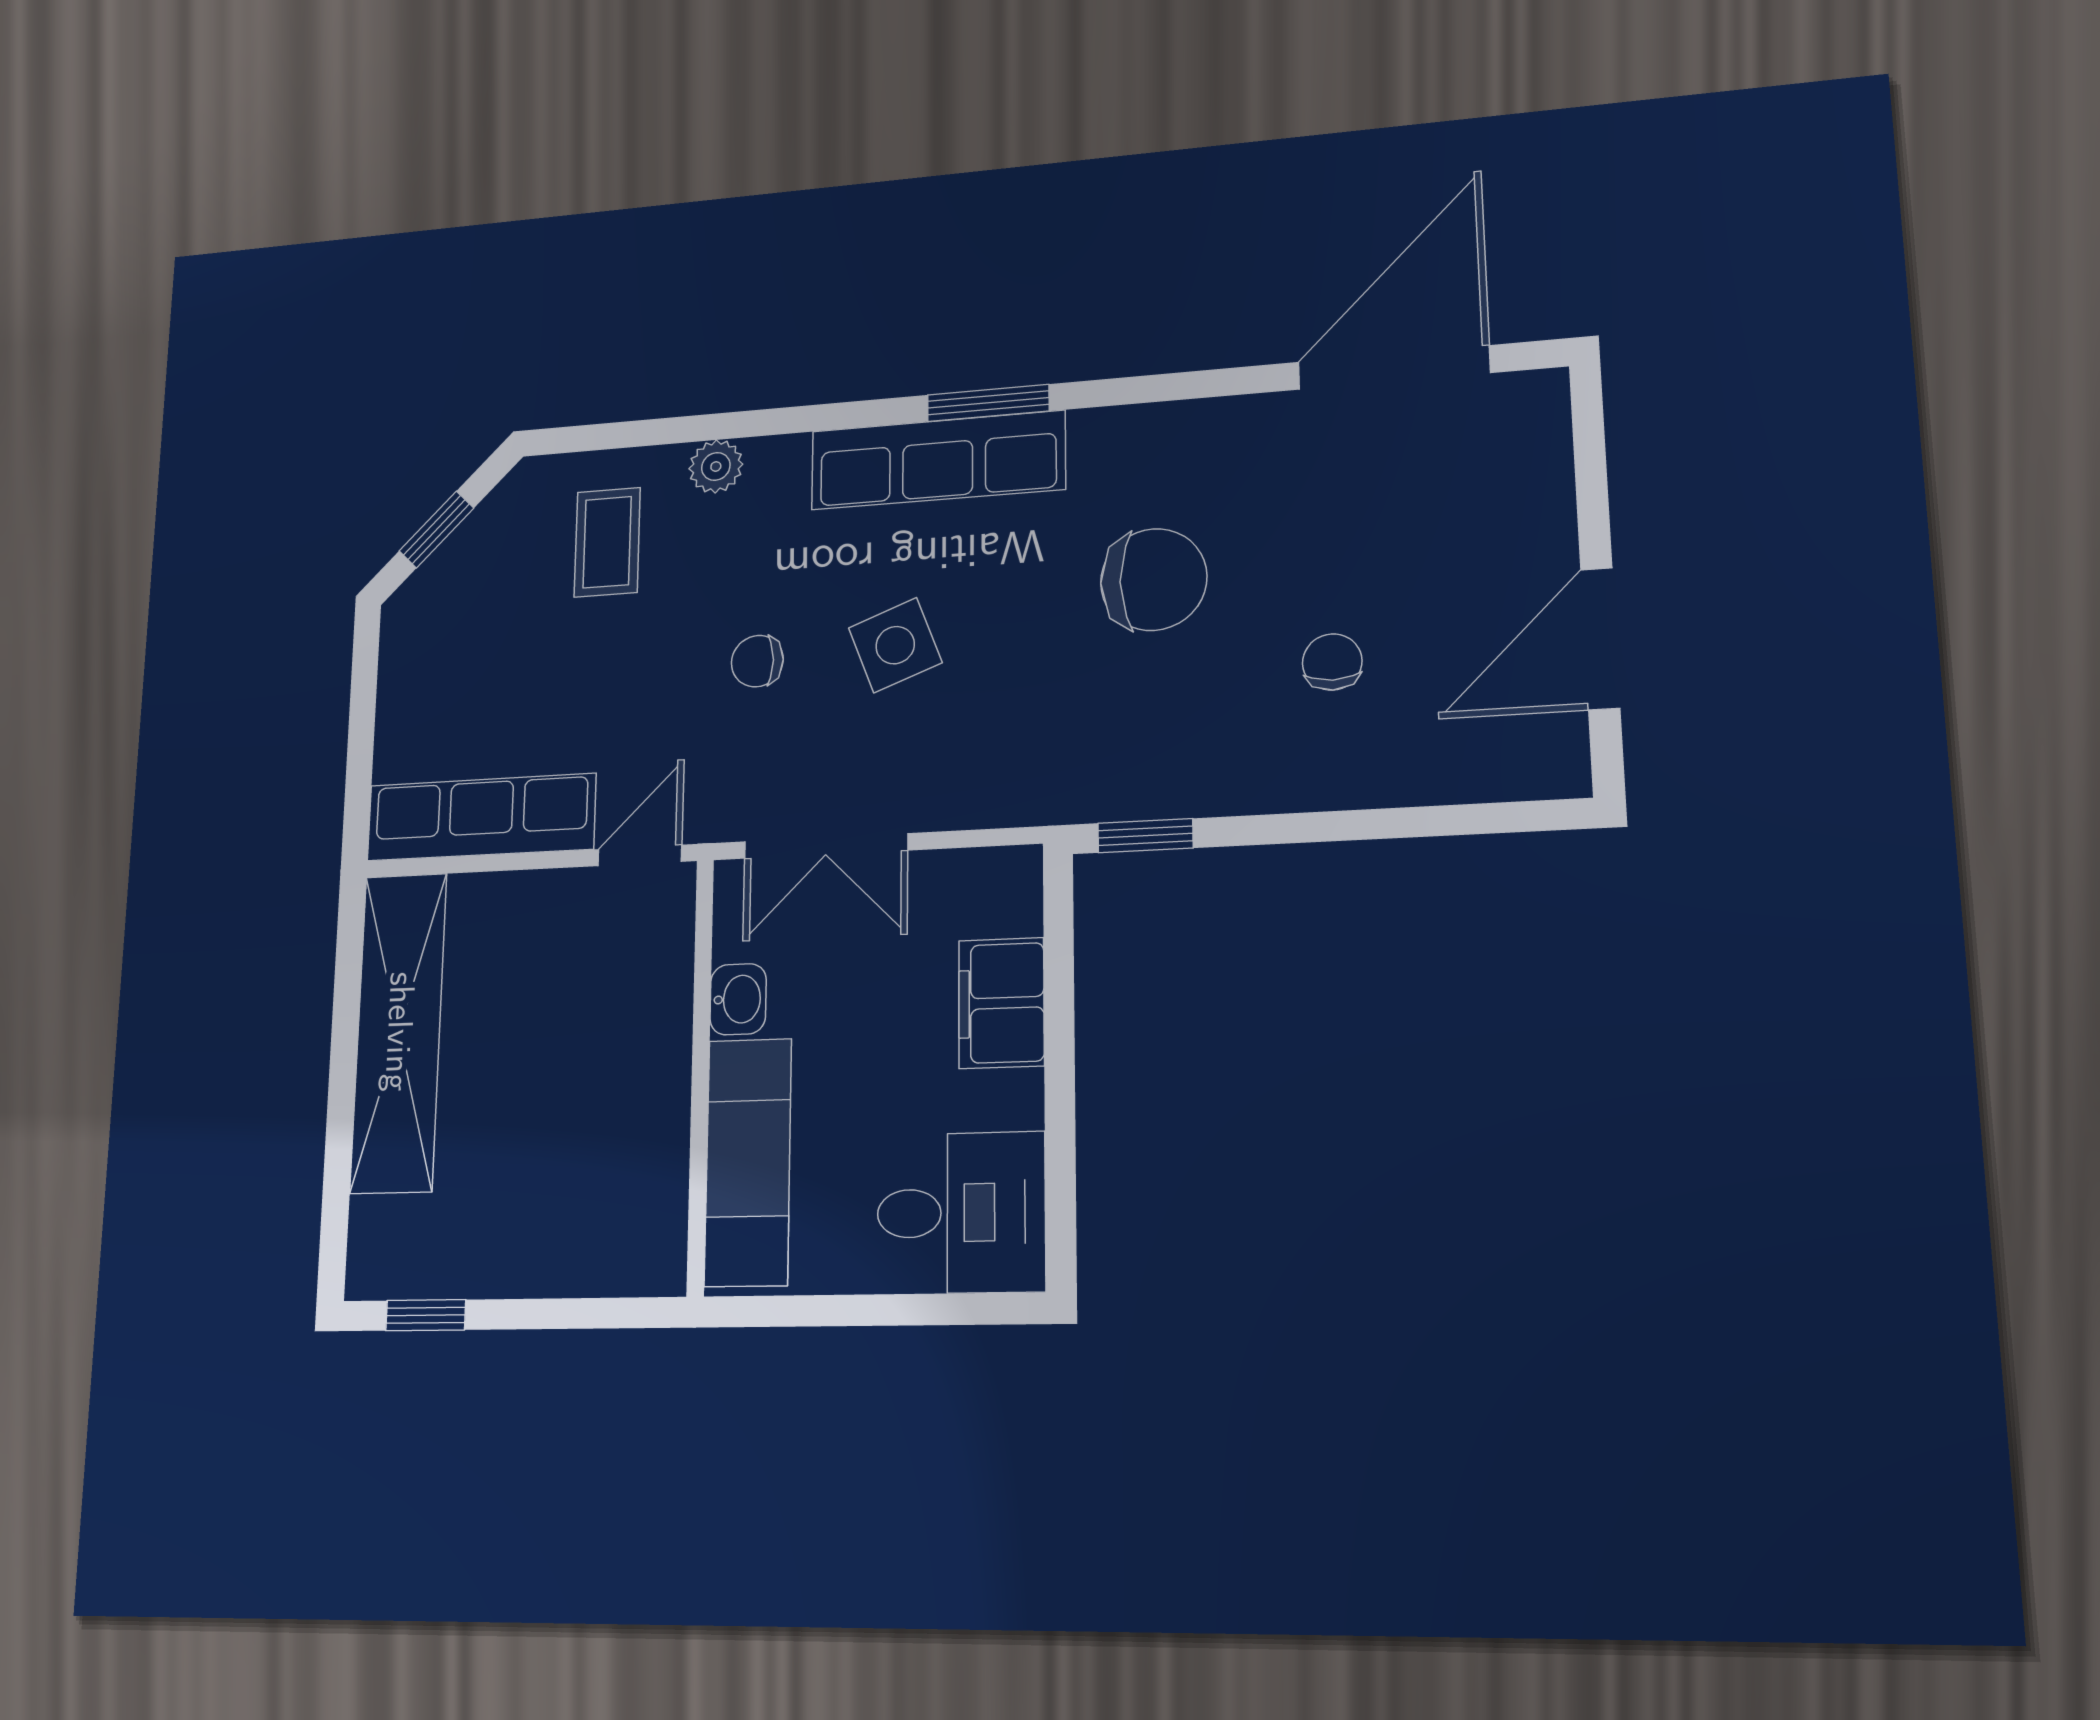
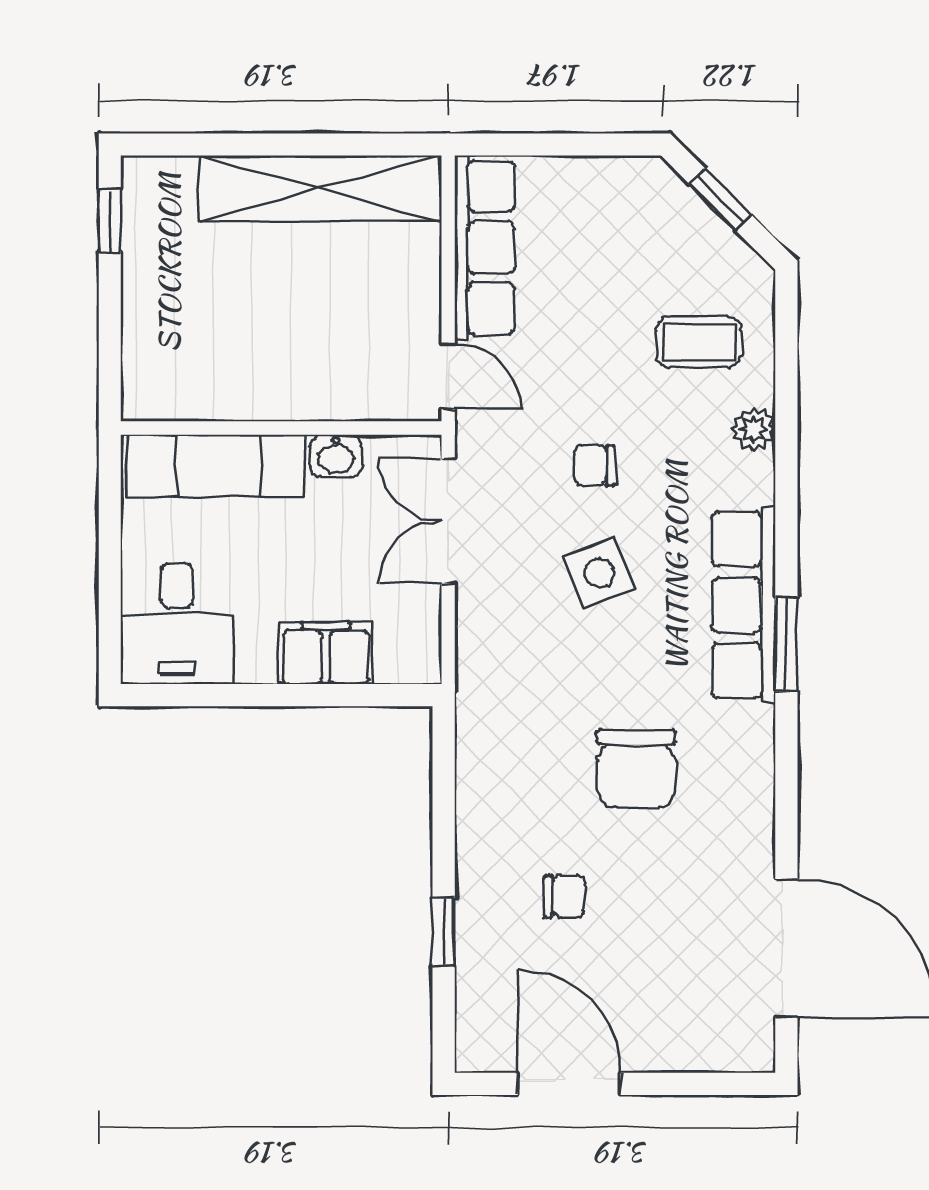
chair: (757, 661) -> (594, 465), turned -90
window: (1145, 836) -> (444, 932), moved

